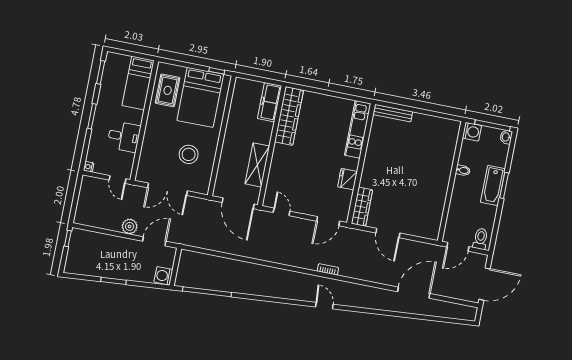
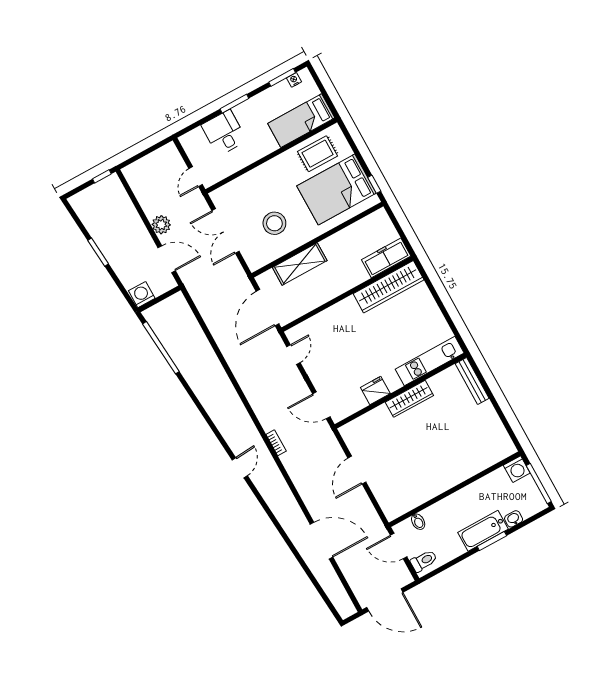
desk: (124, 137) -> (224, 133), moved, turned 180
washbasin: (506, 137) -> (514, 519), moved
shelving: (257, 165) -> (300, 264), moved
nightstand: (89, 167) -> (294, 80), moved
bidet: (463, 170) -> (418, 522), moved
wardrobe: (362, 207) -> (409, 399), moved

